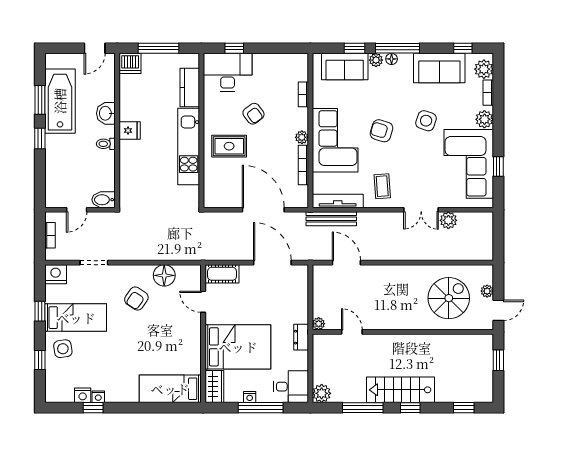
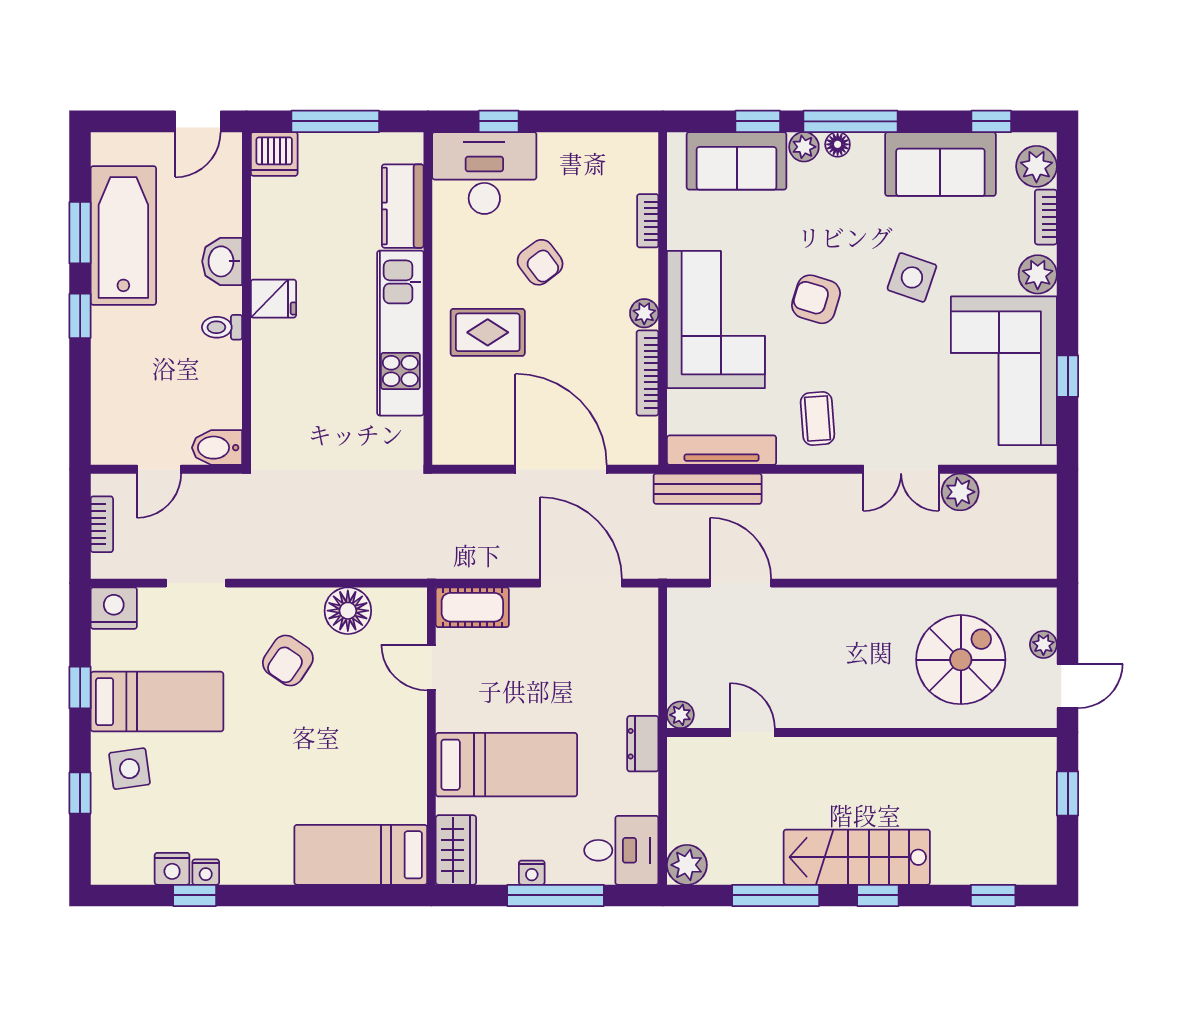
bed: (238, 347) -> (506, 765), width x0.67

